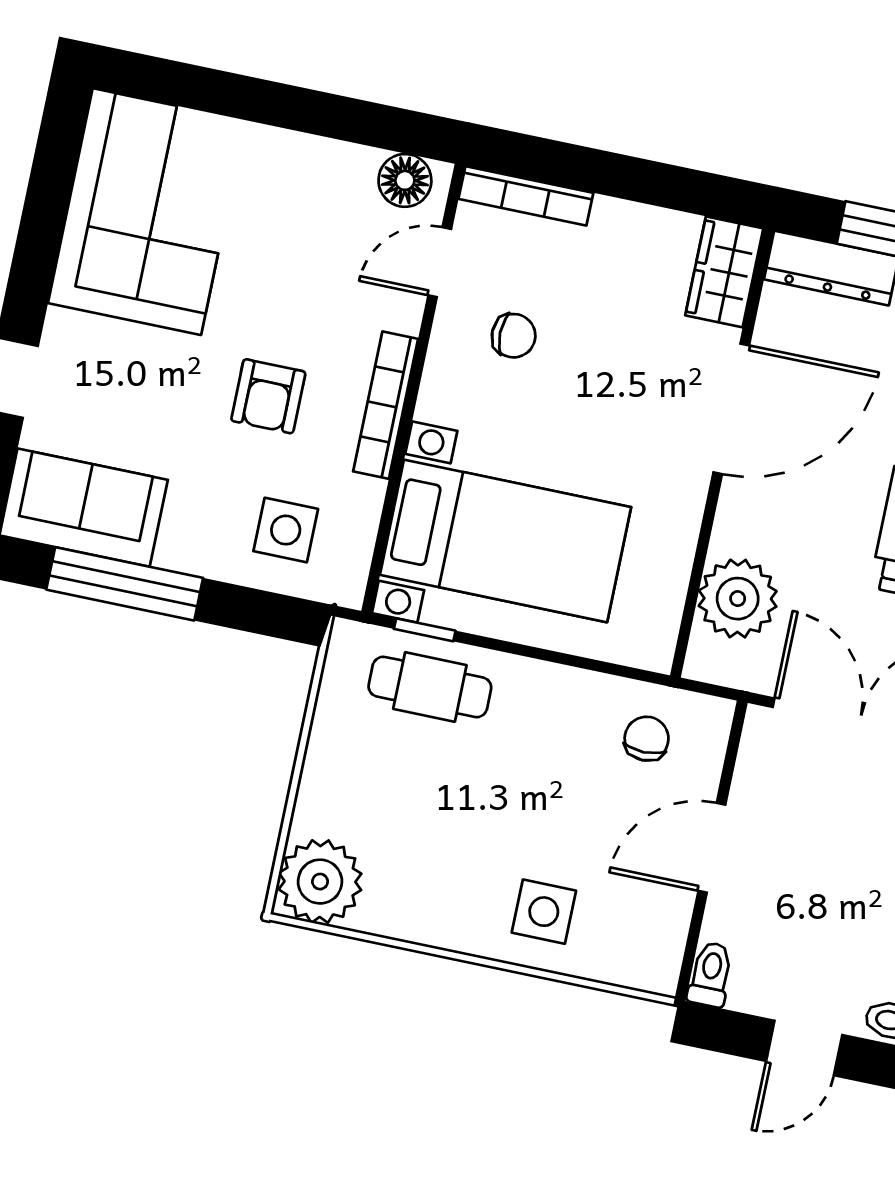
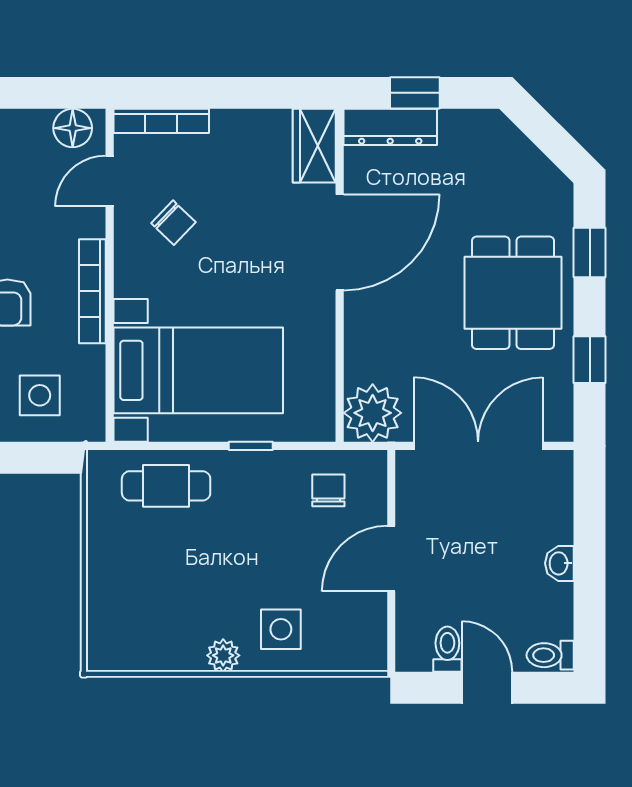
chair: (514, 336) -> (173, 223), turned 44
plant: (738, 599) -> (373, 413), moved
window: (425, 630) -> (251, 446), moved
plant: (320, 882) -> (223, 655), moved, width x0.53, depth x0.53
toilet: (710, 974) -> (447, 649), moved
door: (804, 1048) -> (487, 688), swing flipped

